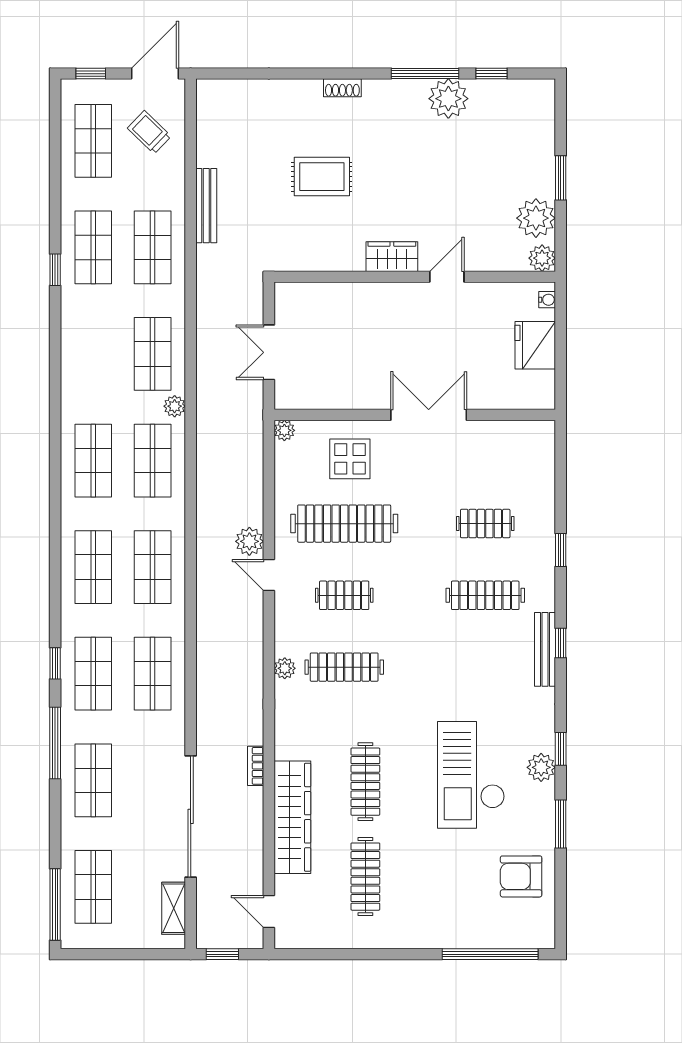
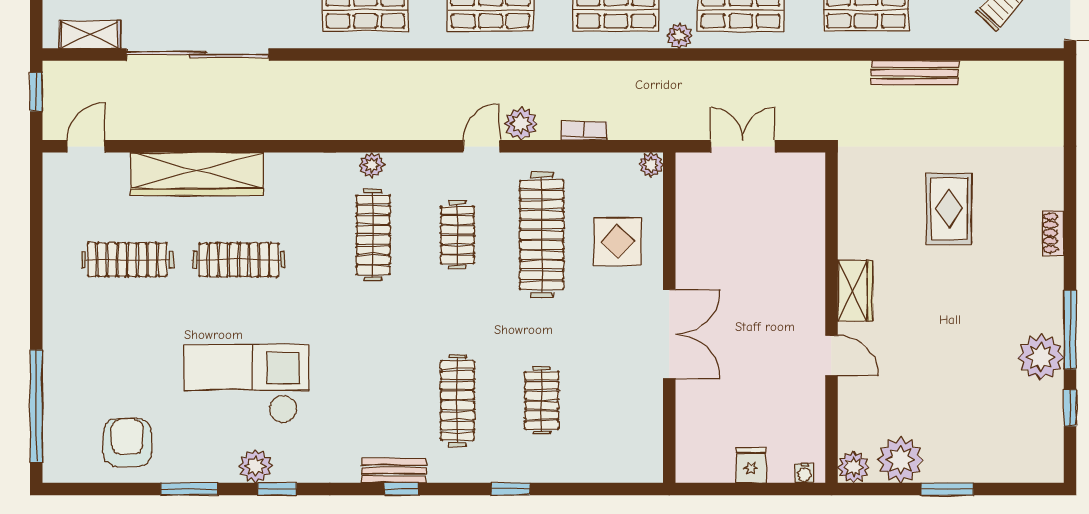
fridge: (535, 345) -> (751, 465), width x0.53, depth x0.75
bench: (545, 649) -> (394, 471), width x0.73
bookcase: (256, 766) -> (584, 131), moved

